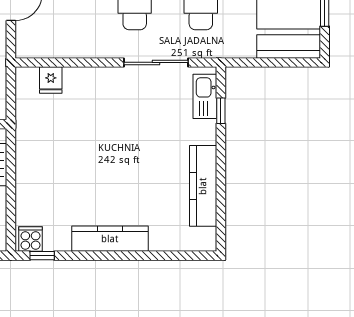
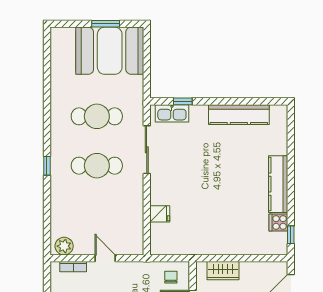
fridge: (51, 80) -> (160, 214), moved
cooker: (30, 239) -> (278, 222), moved

